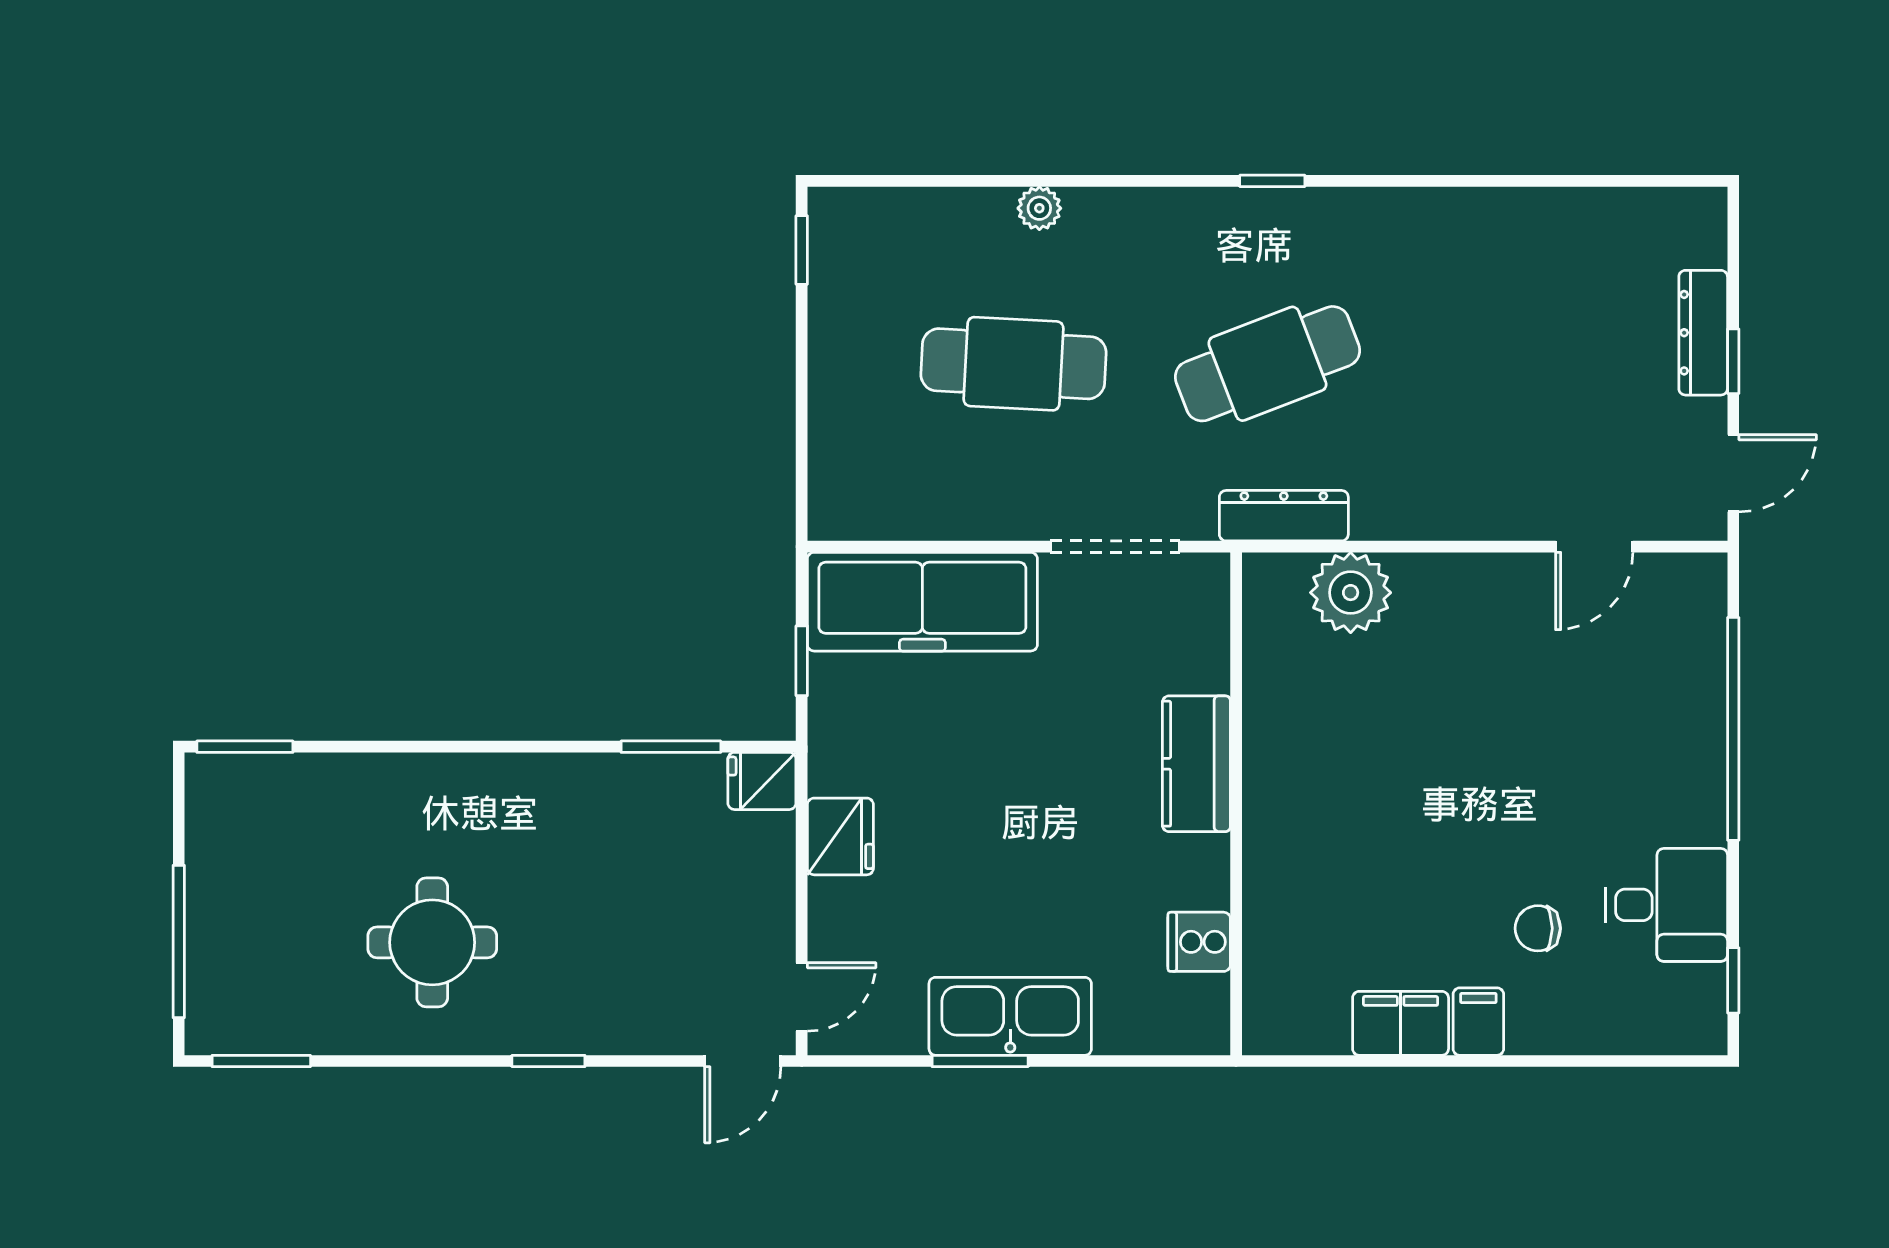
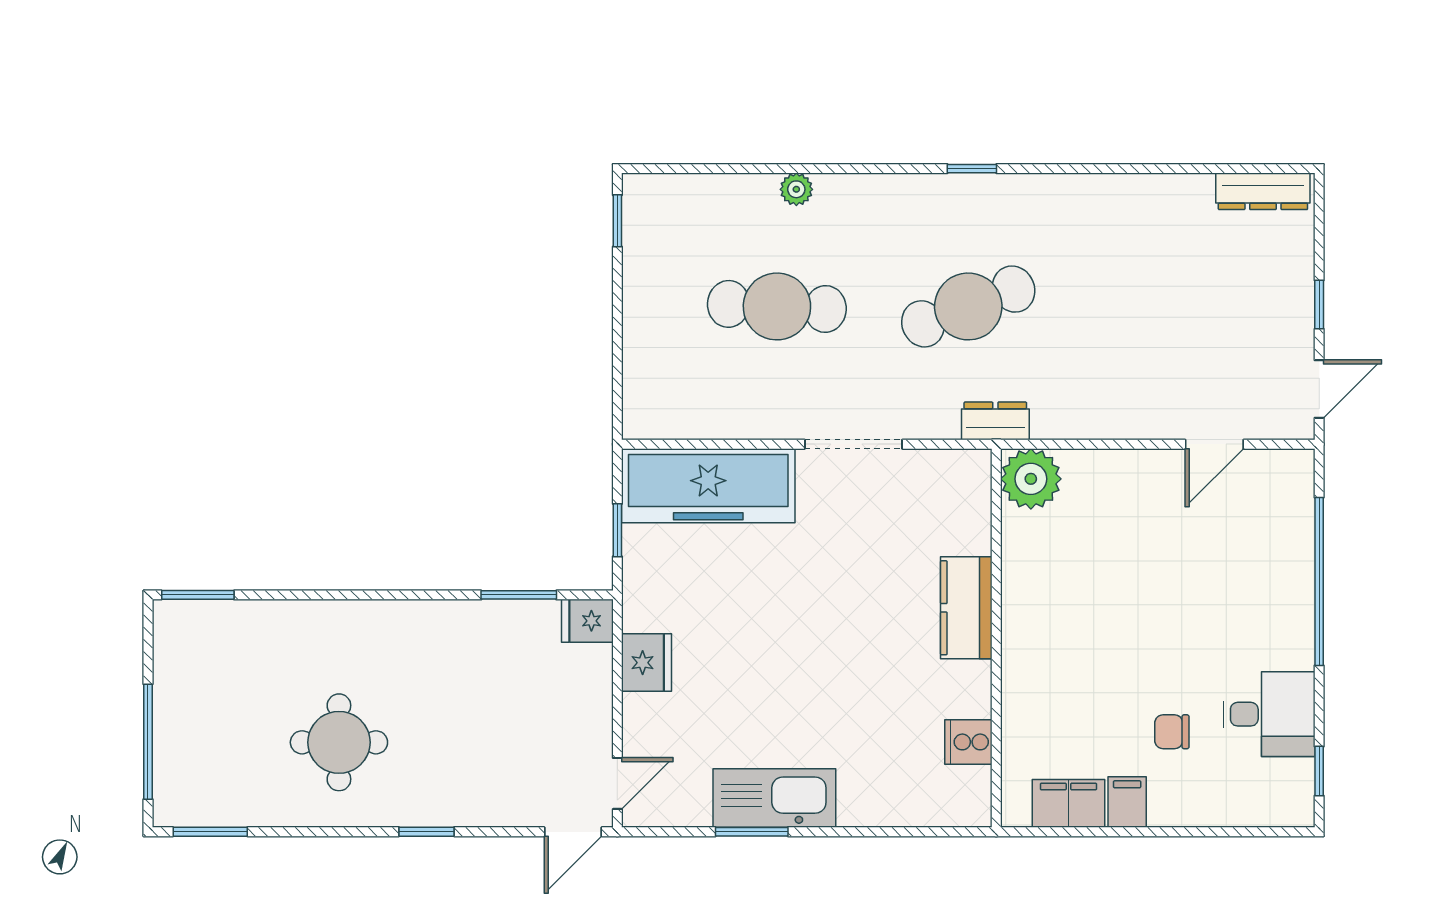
dresser: (1703, 333) -> (1263, 191), moved, turned -90
dresser: (1284, 516) -> (995, 421), width x0.70
kitchen counter: (1196, 764) -> (966, 608), moved
wall: (1236, 804) -> (996, 638), moved
cooker: (1199, 942) -> (968, 742), moved

